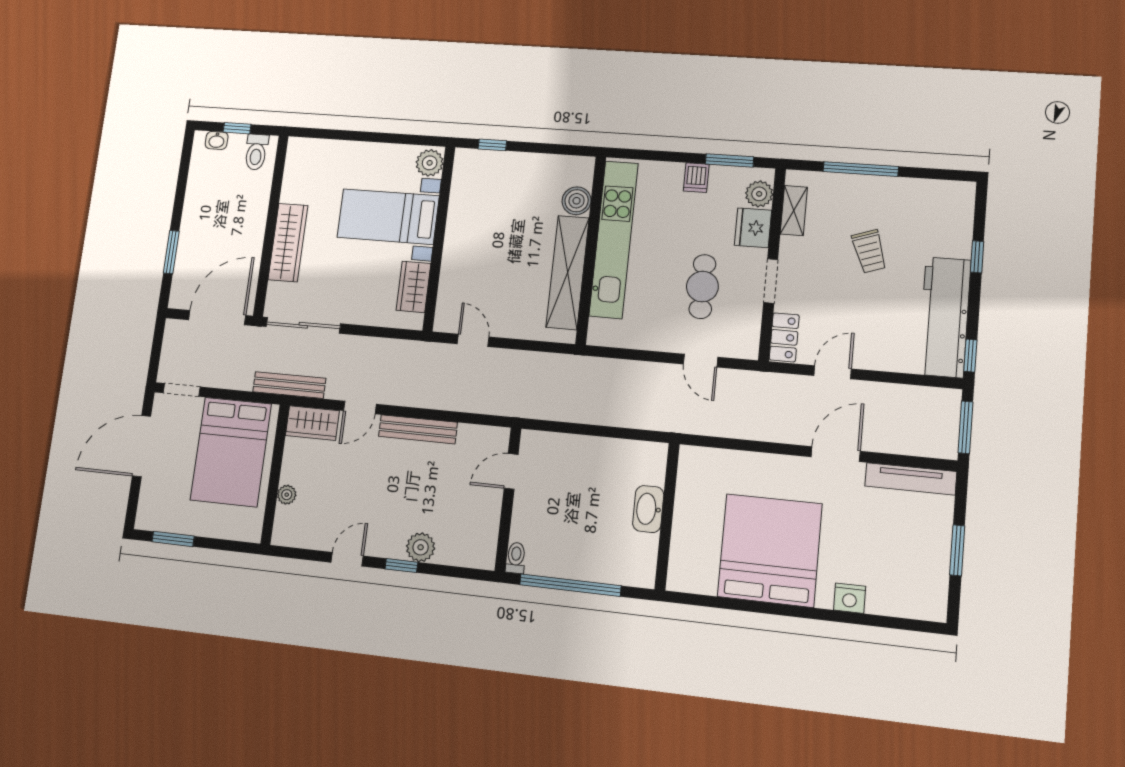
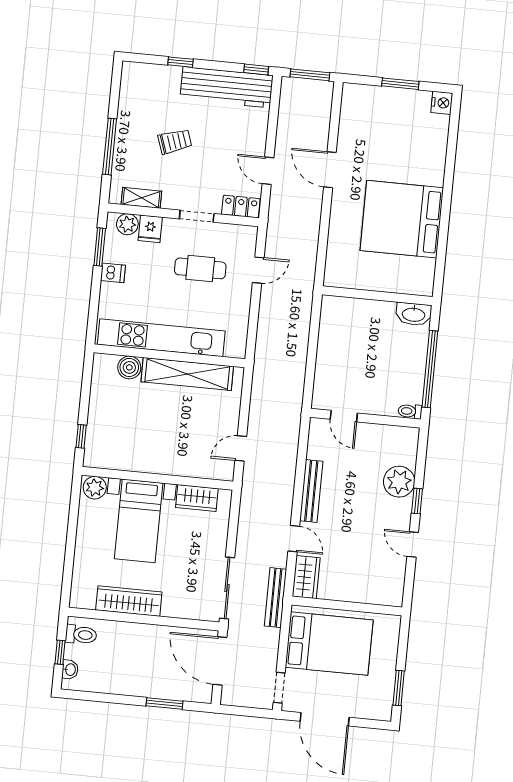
fridge: (753, 228) -> (150, 229), width x0.72
wardrobe: (288, 243) -> (129, 601), moved
tv unit: (911, 479) -> (348, 115), removed
plant: (287, 495) -> (363, 596), removed
washbasin: (648, 509) -> (414, 314), moved
plant: (421, 547) -> (399, 482), width x1.36, depth x1.36
nightstand: (850, 598) -> (442, 103), moved

